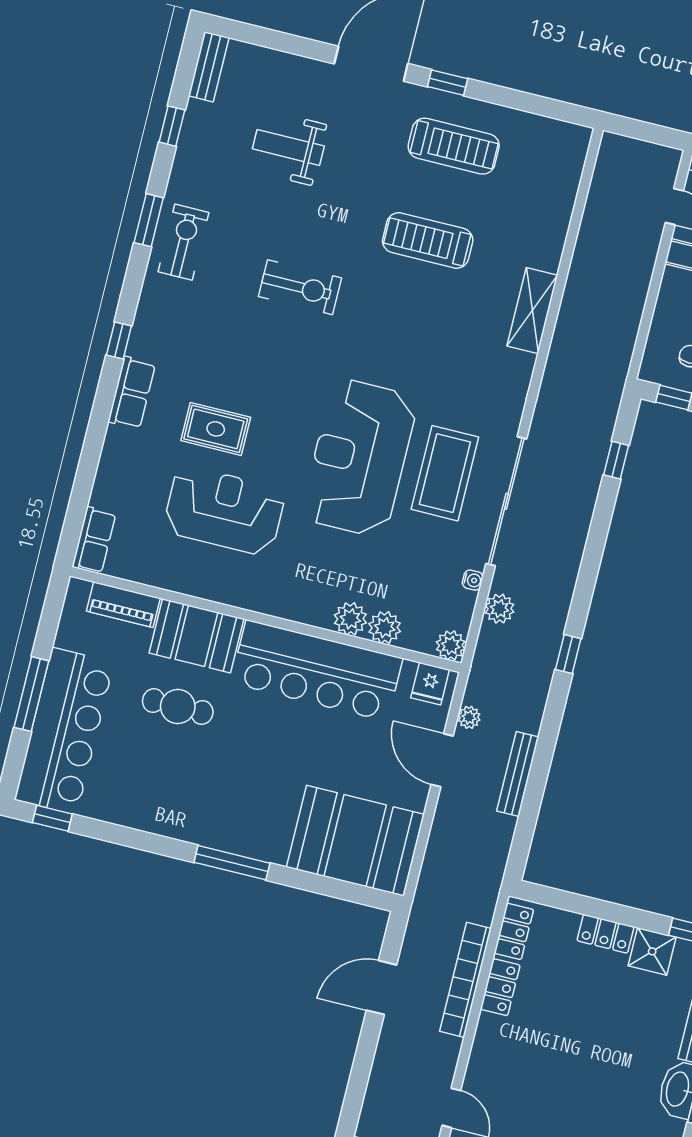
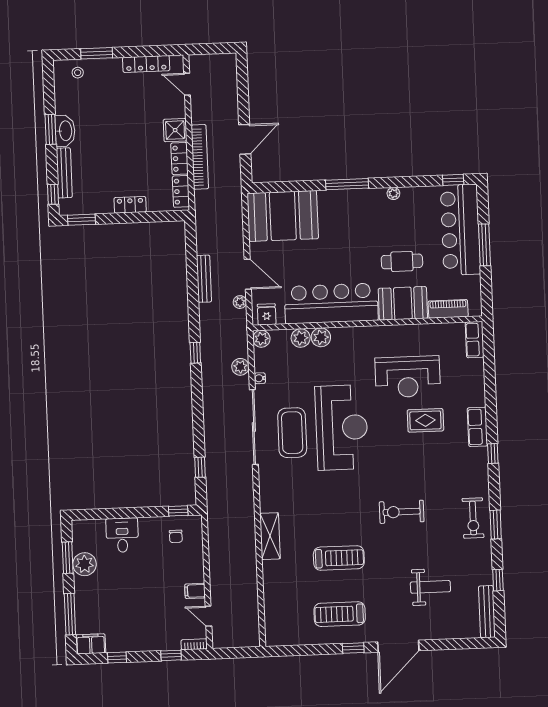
bench: (209, 67) -> (487, 612), width x1.36
plant: (159, 825) -> (393, 193), added
shower: (652, 951) -> (175, 130), moved

